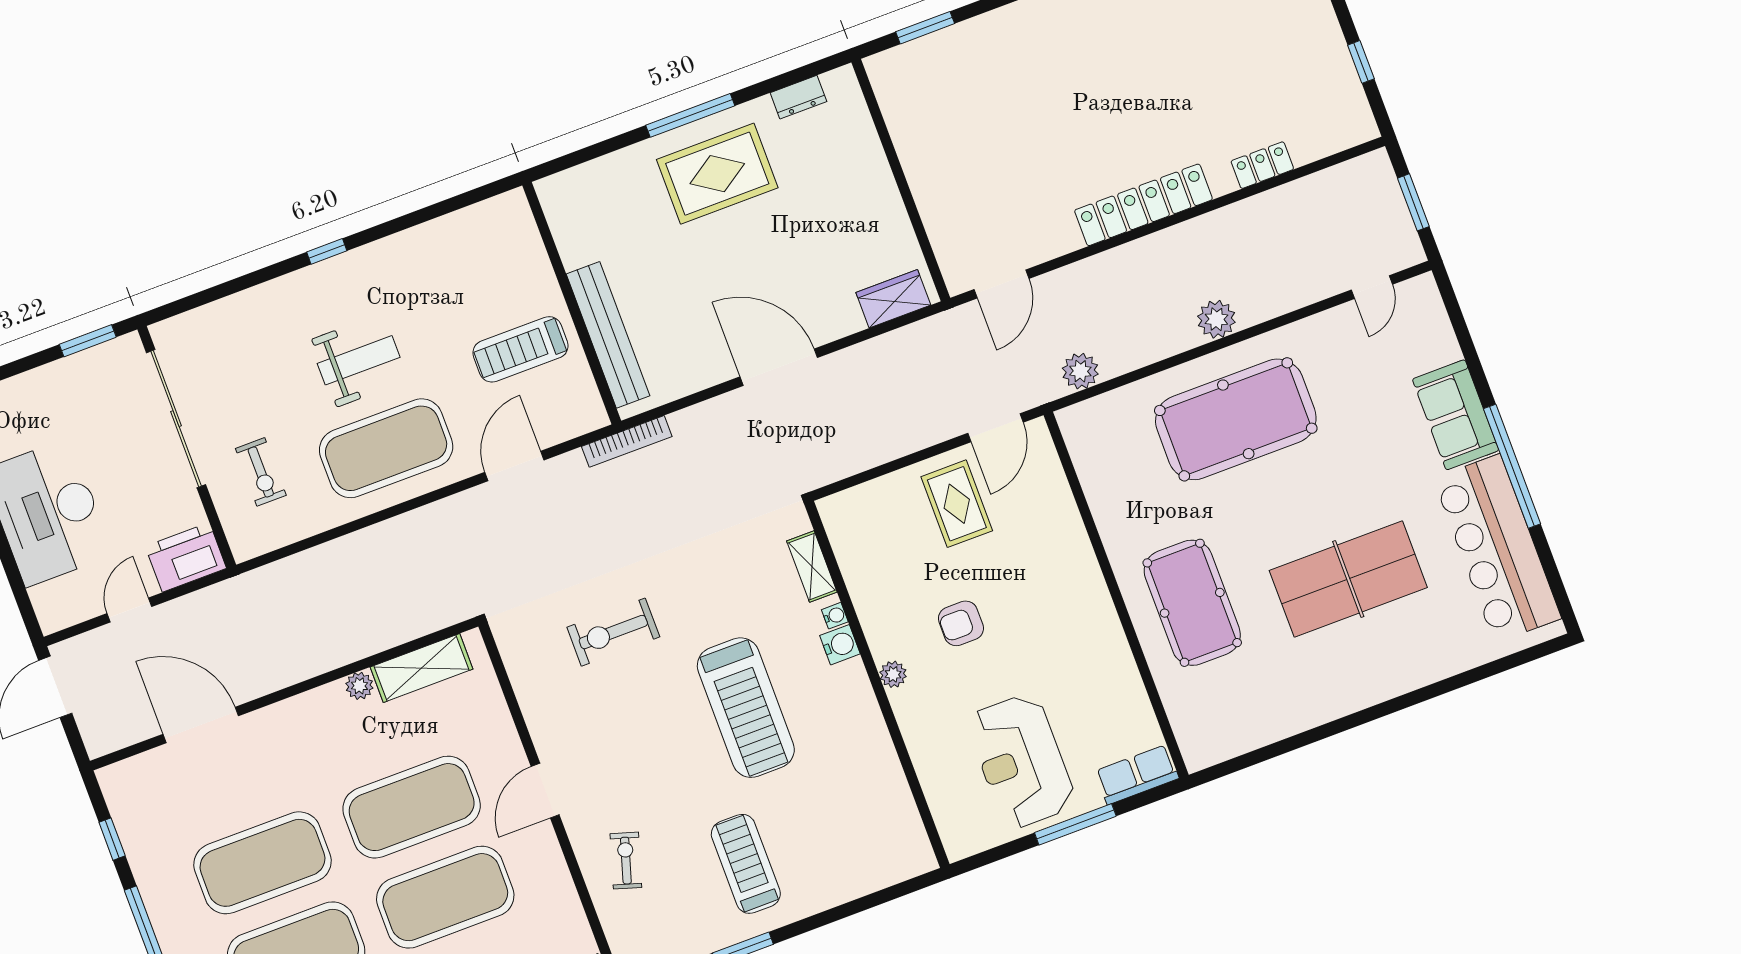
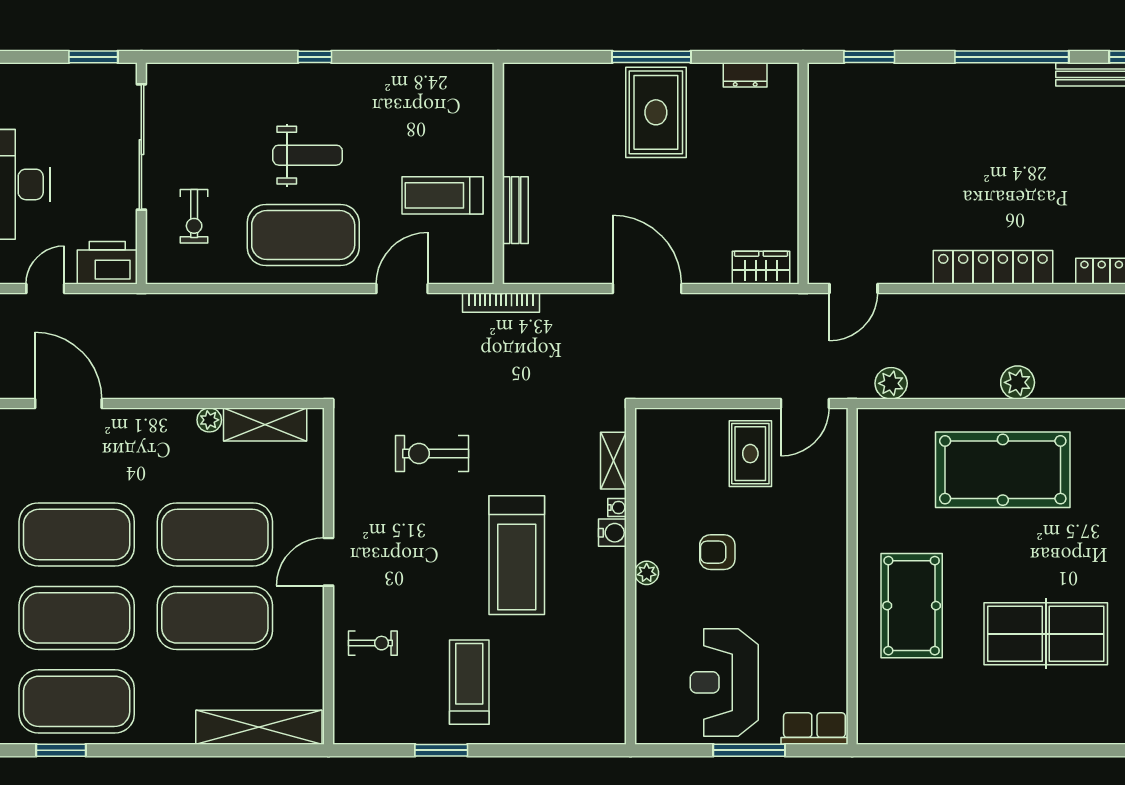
rug: (717, 174) -> (656, 112), turned 90
bench: (608, 335) -> (515, 210), width x0.54, depth x0.82
exercise bike: (626, 861) -> (373, 643), turned 73

